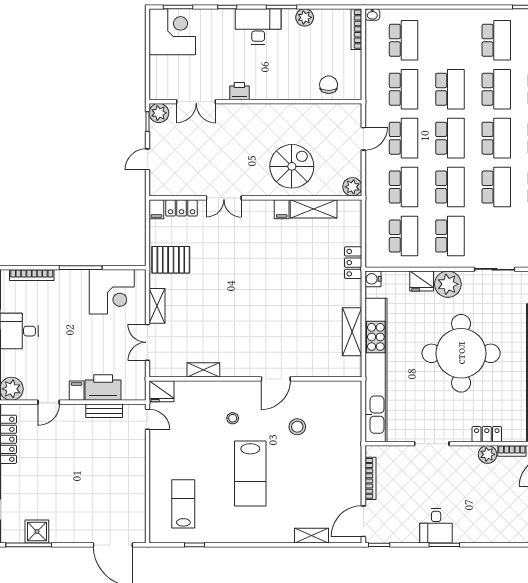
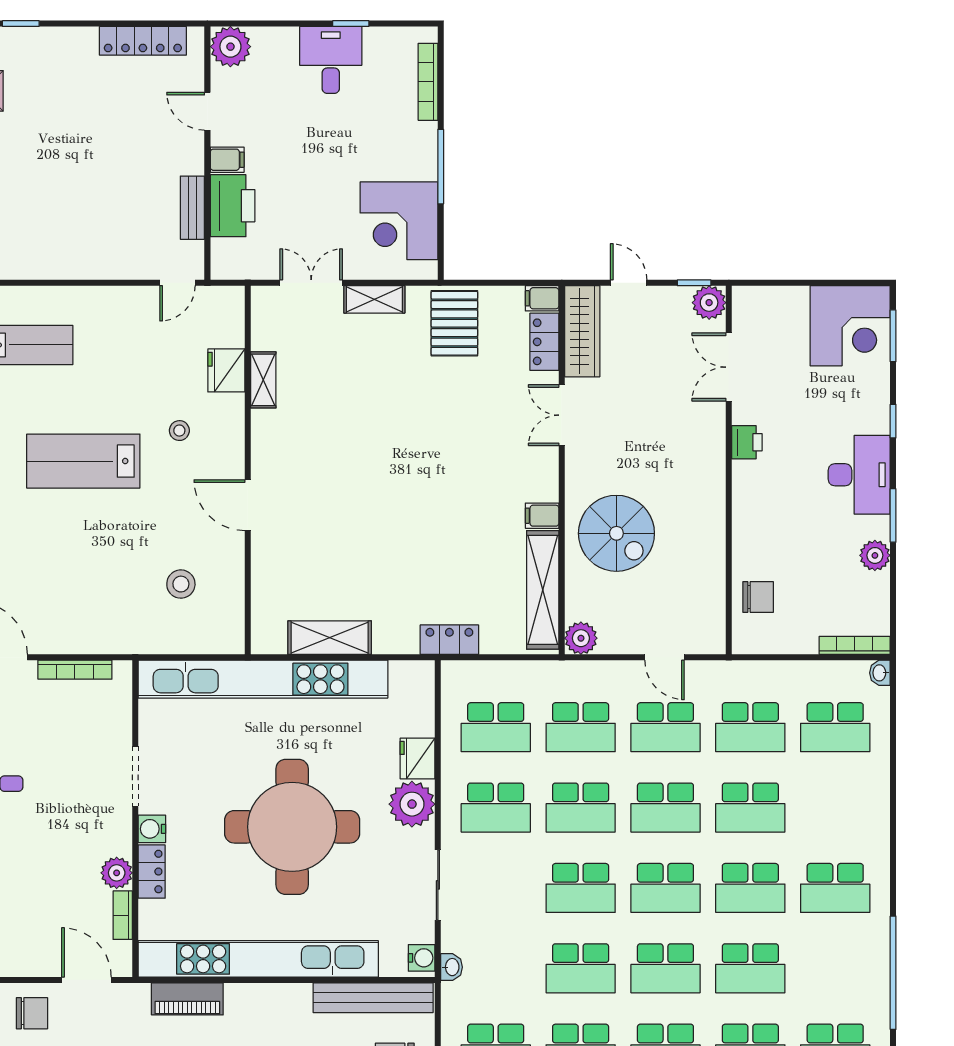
wardrobe: (175, 186) -> (582, 331), added
shelving: (314, 209) -> (543, 590), width x1.47
water cooler: (373, 279) -> (152, 829), moved, turned -90
fridge: (162, 391) -> (226, 370), moved
stool: (297, 427) -> (181, 584), moved

